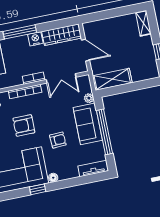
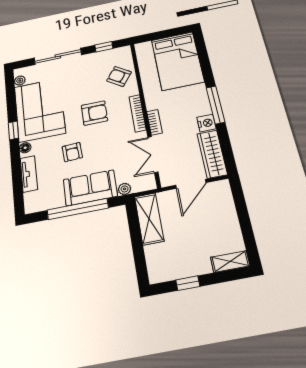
armchair: (24, 125) -> (94, 113), turned 90
tv unit: (93, 168) -> (29, 174), moved

